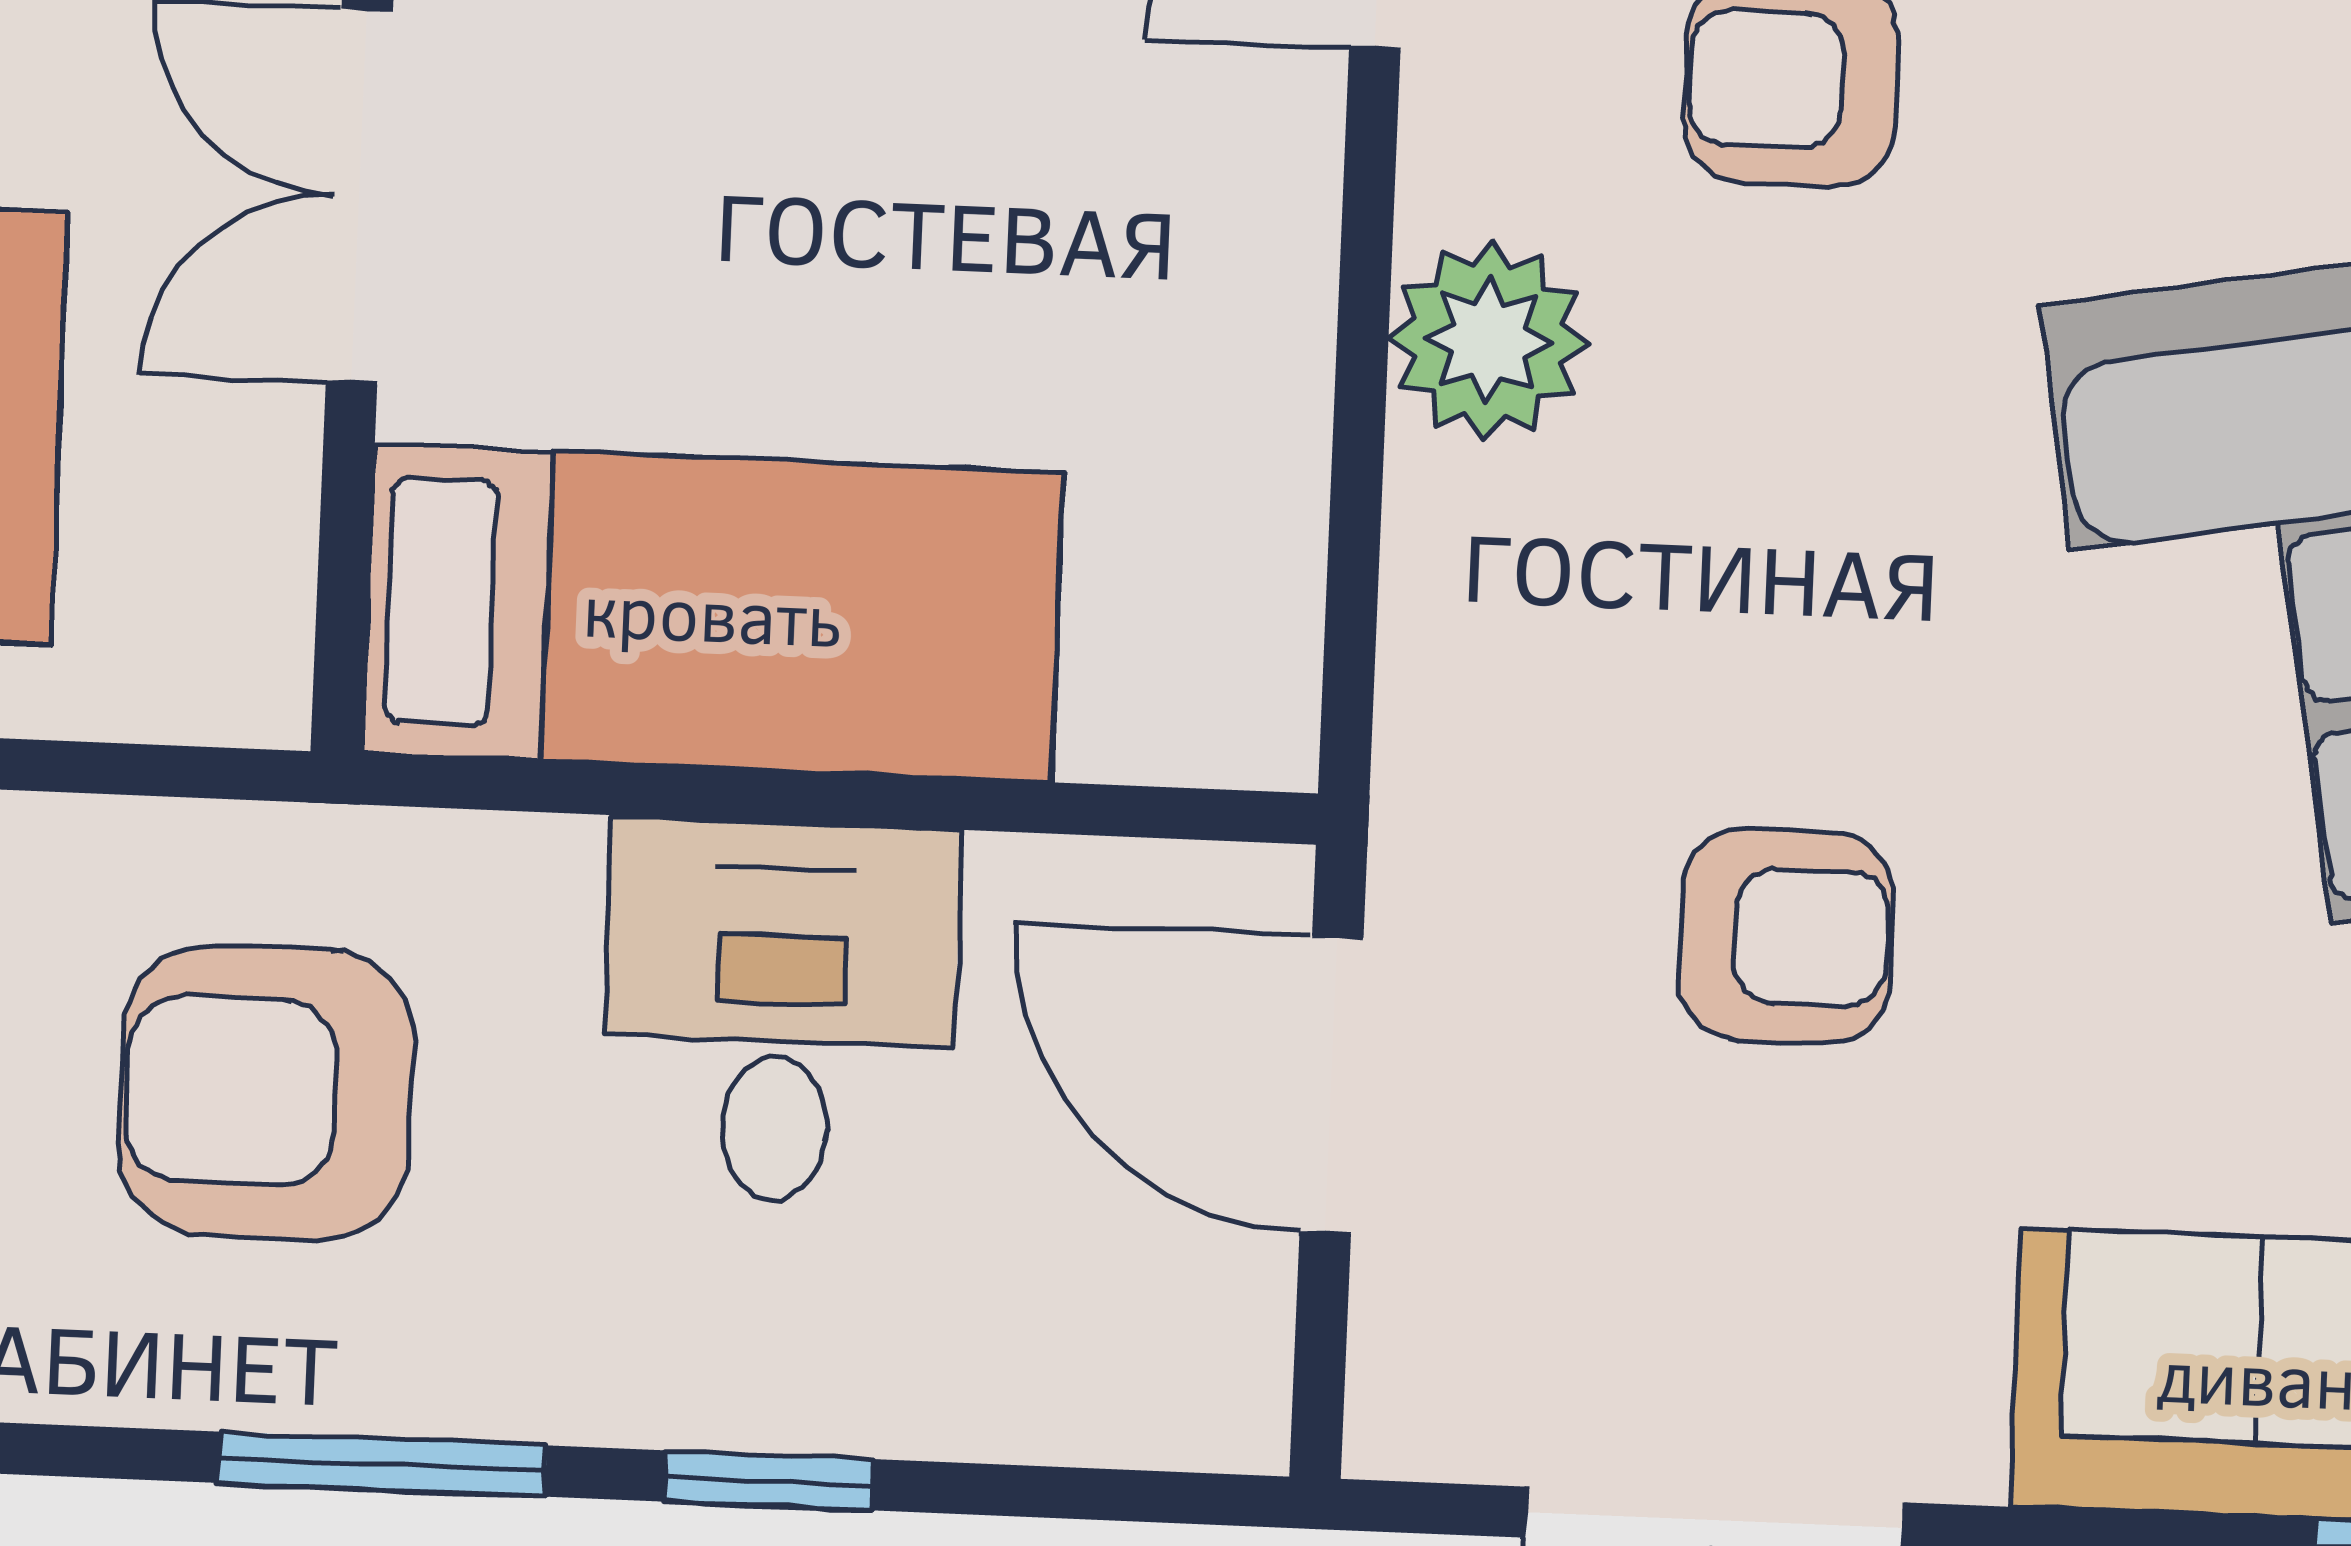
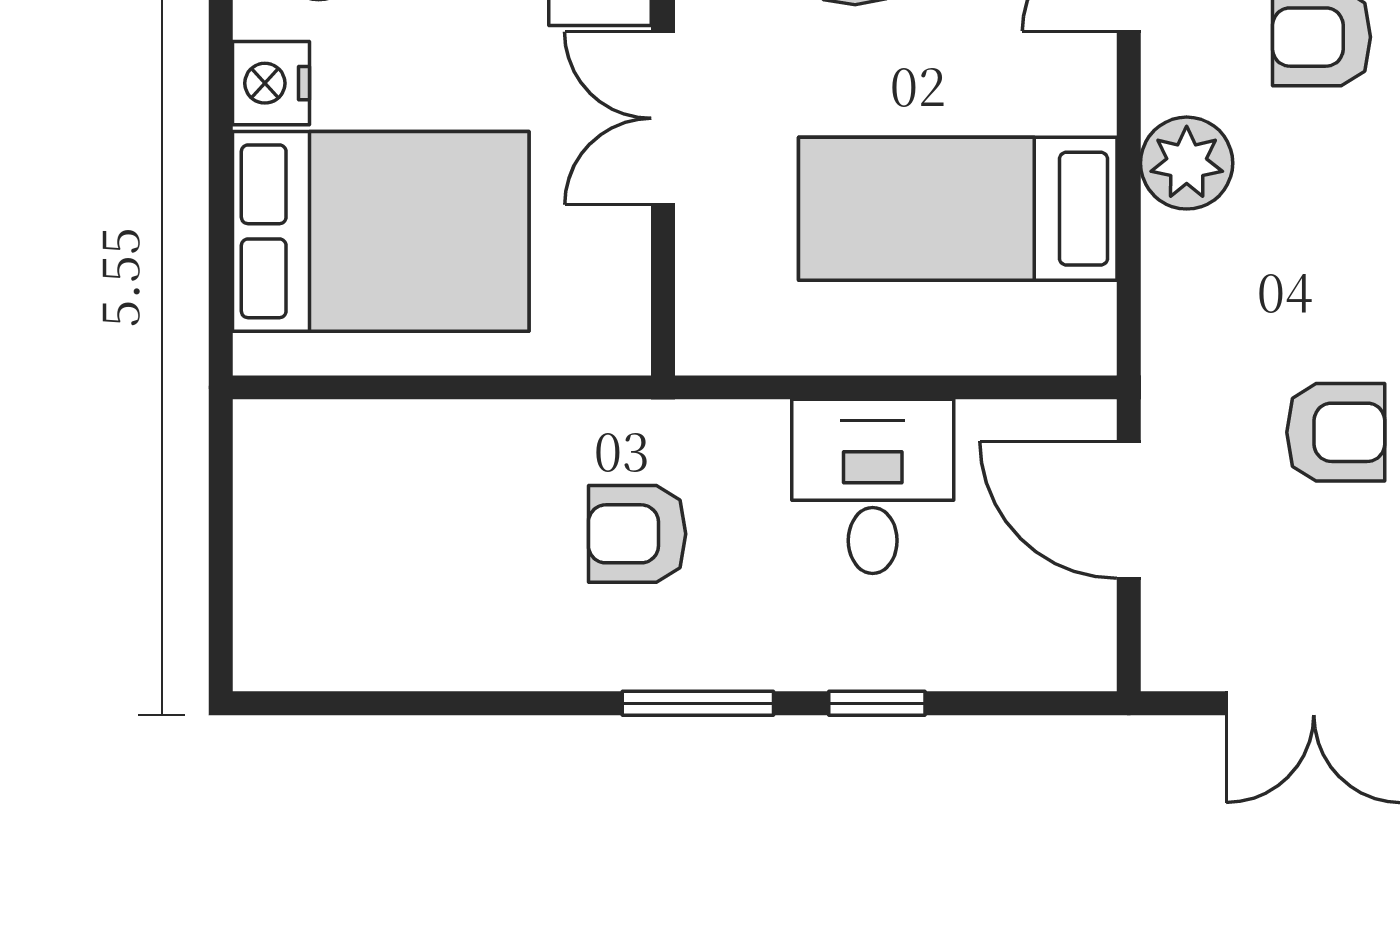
bed: (712, 613) -> (958, 209), moved, turned 180
armchair: (266, 1092) -> (637, 534), width x0.72, depth x0.72

